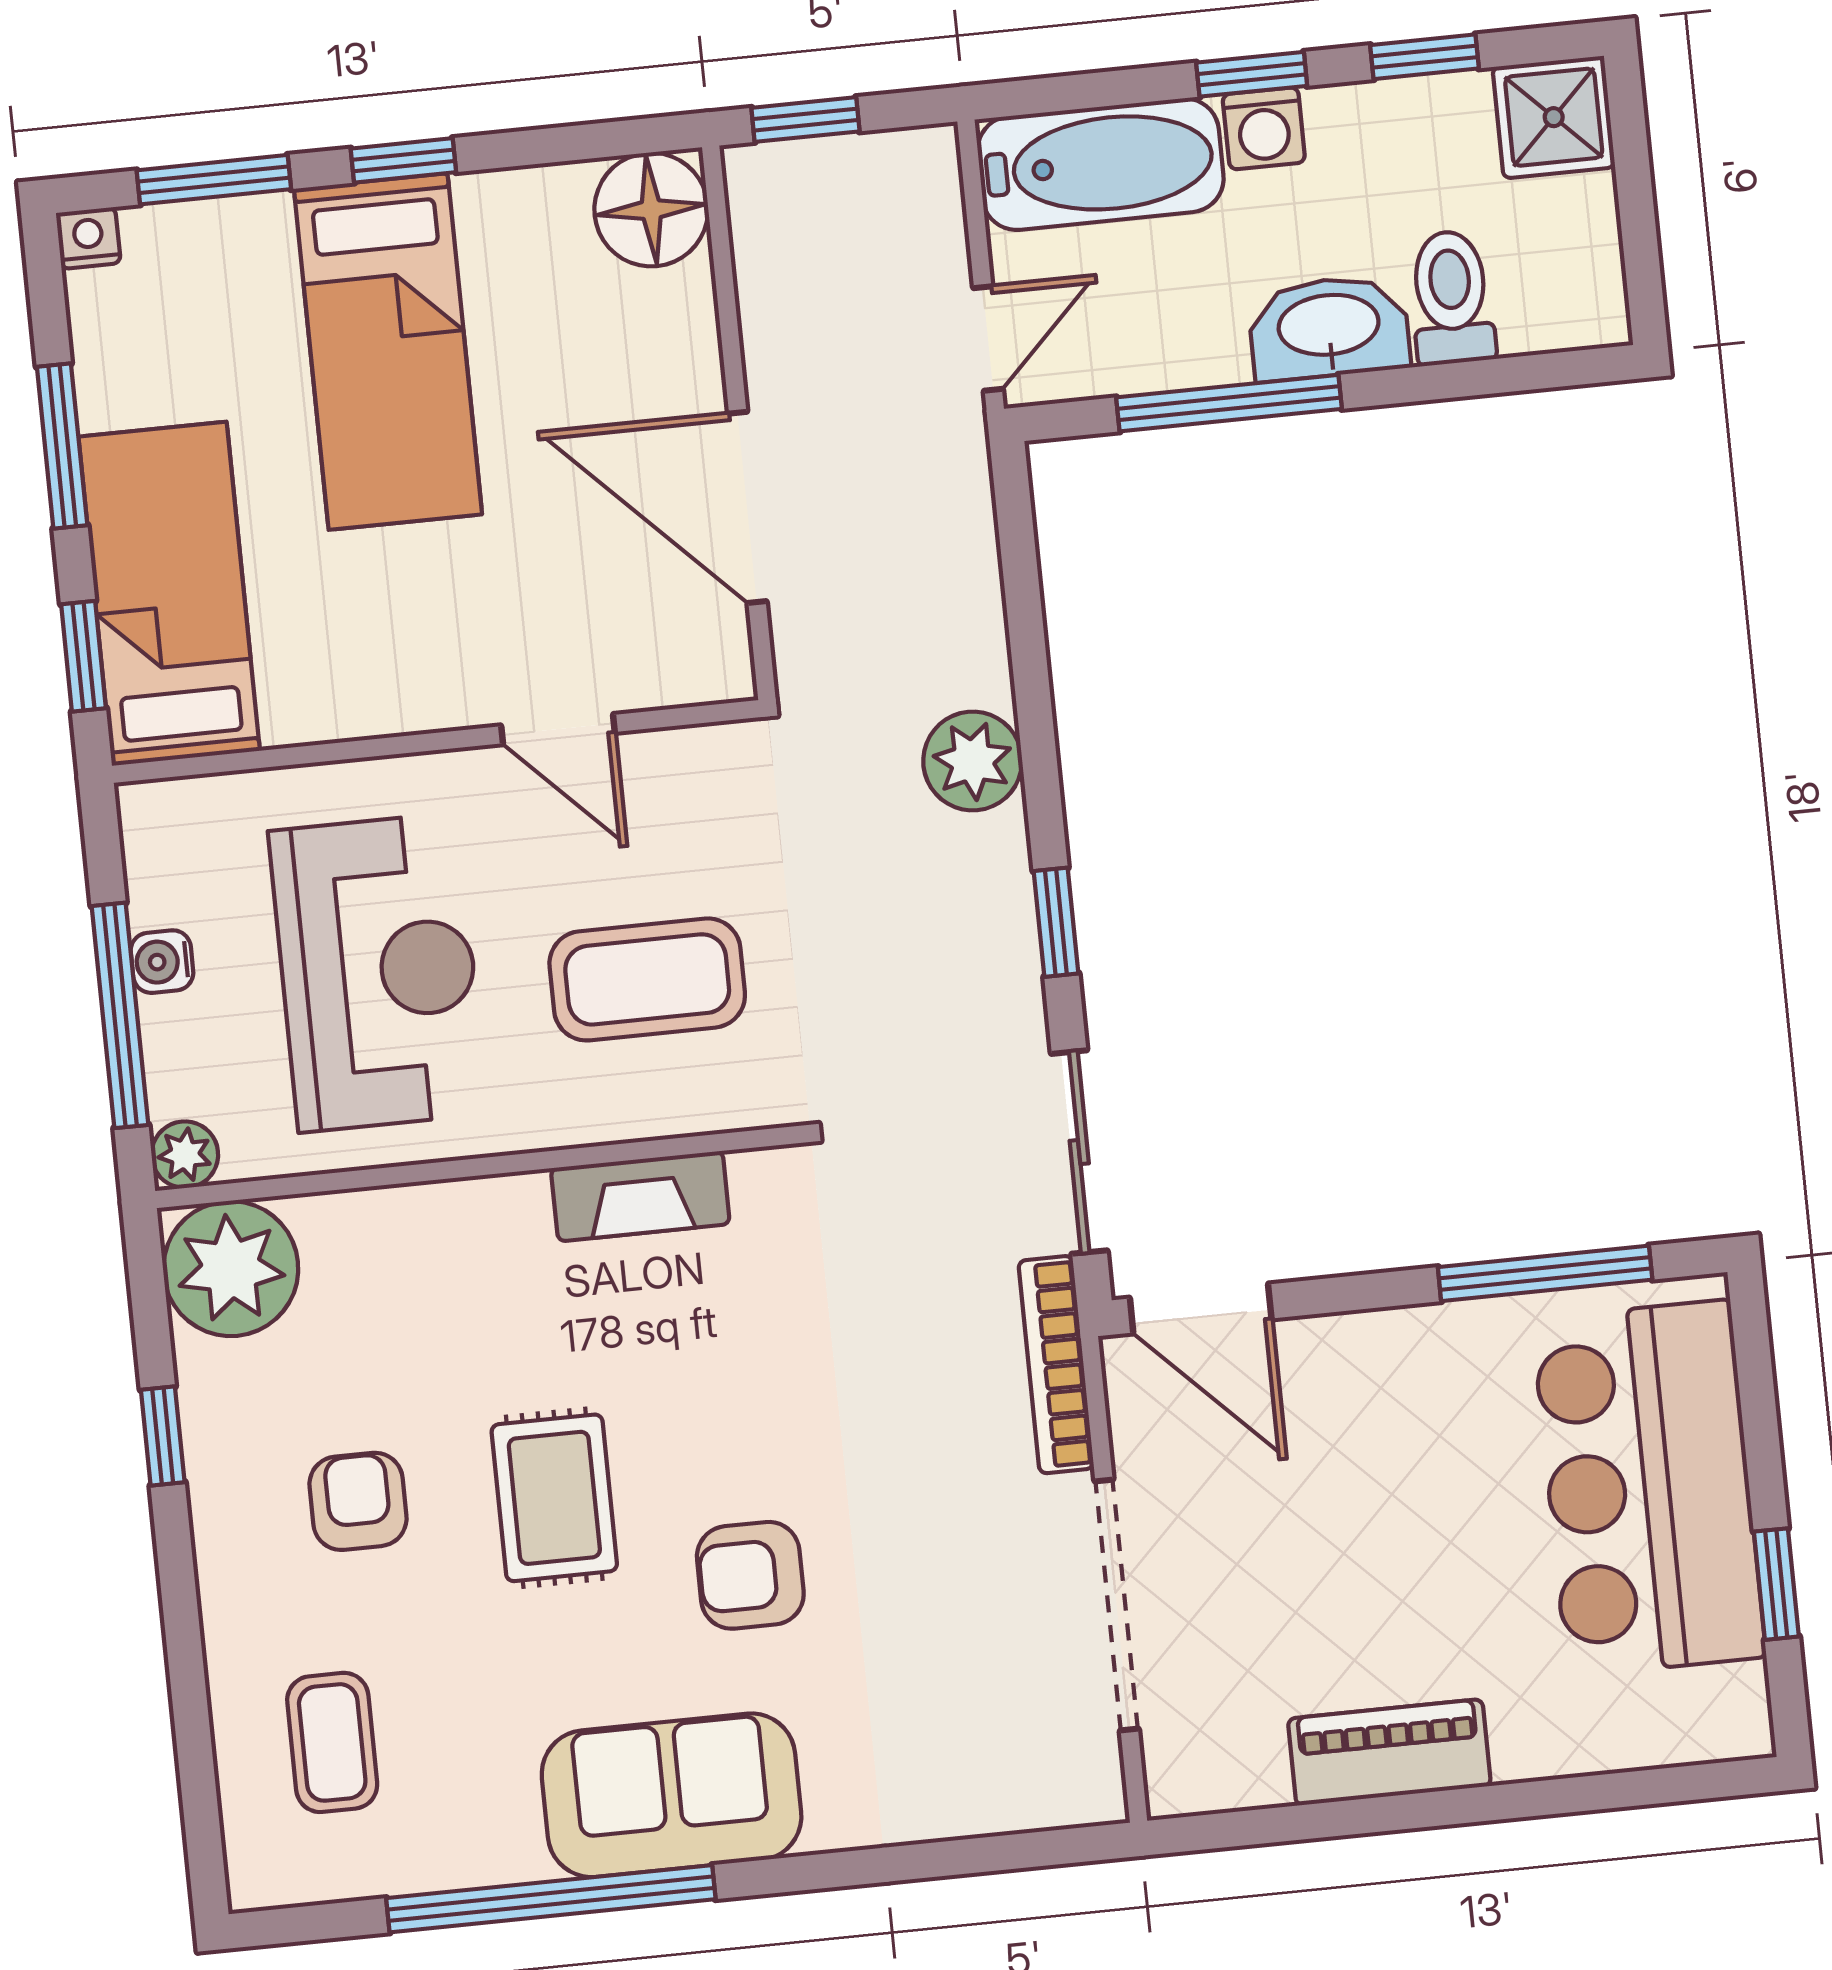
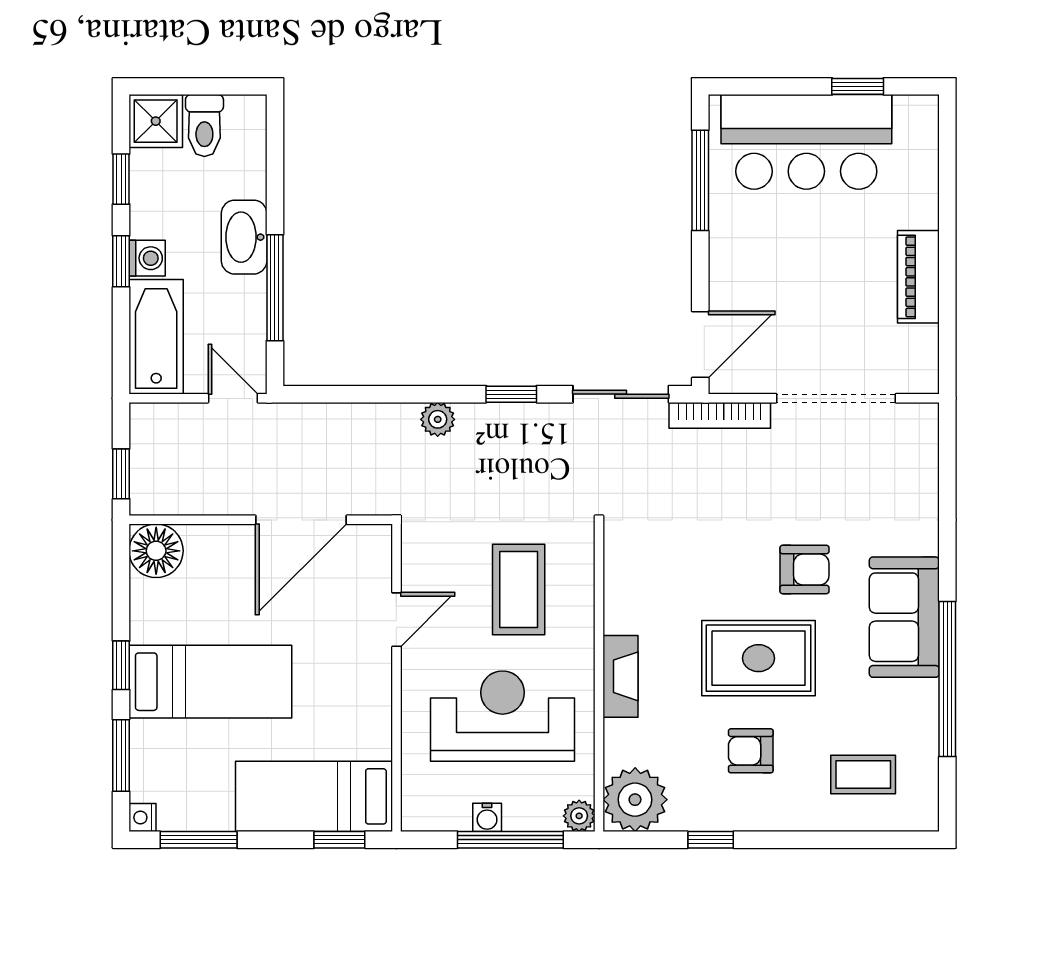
toilet: (1451, 297) -> (204, 126), moved, turned -90
window: (62, 446) -> (199, 840), moved
plant: (973, 761) -> (438, 419), width x0.73, depth x0.73
fireplace: (640, 1196) -> (620, 676), moved
rug: (554, 1498) -> (759, 658), width x1.36, depth x1.43
armchair: (750, 1575) -> (804, 569), turned -90

